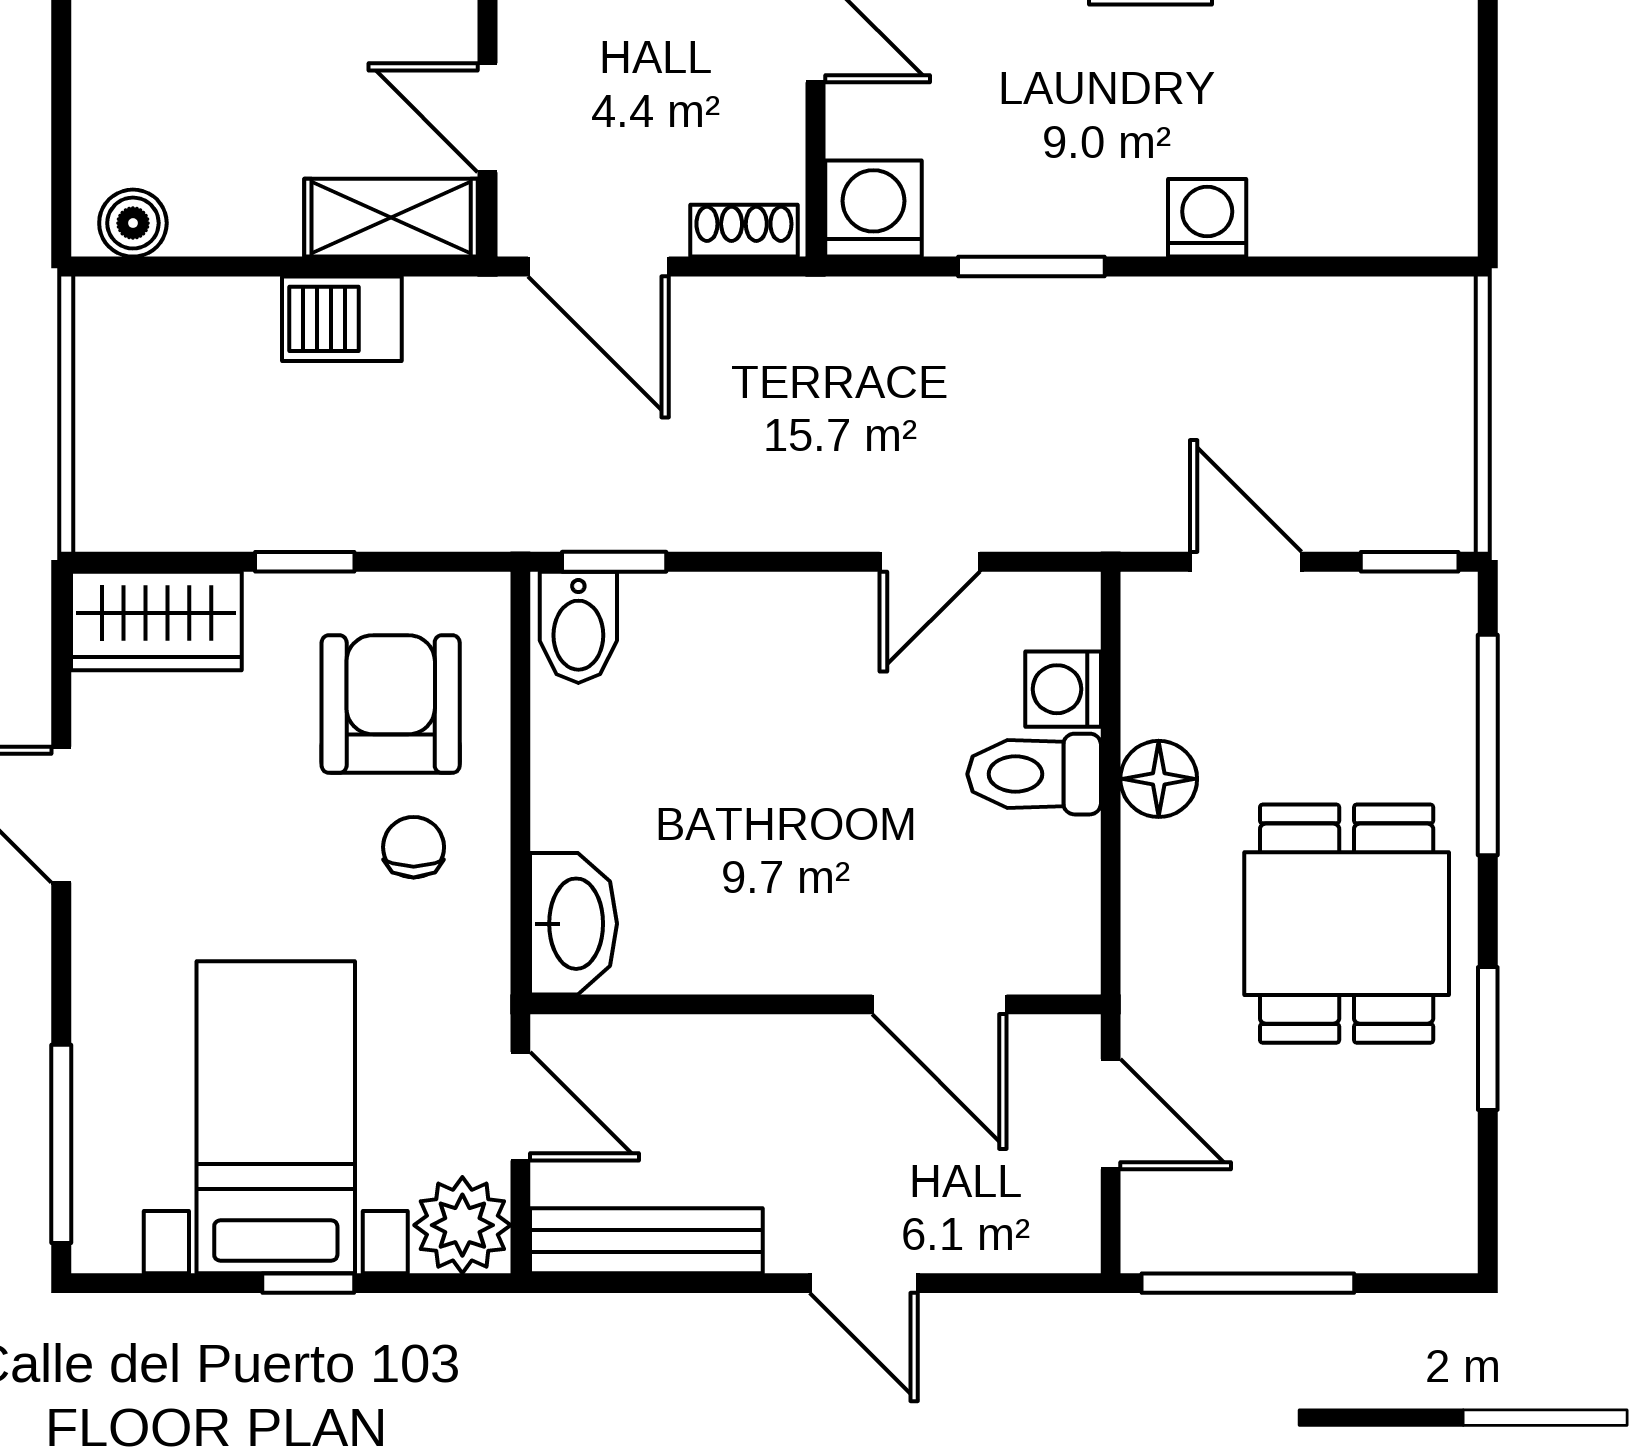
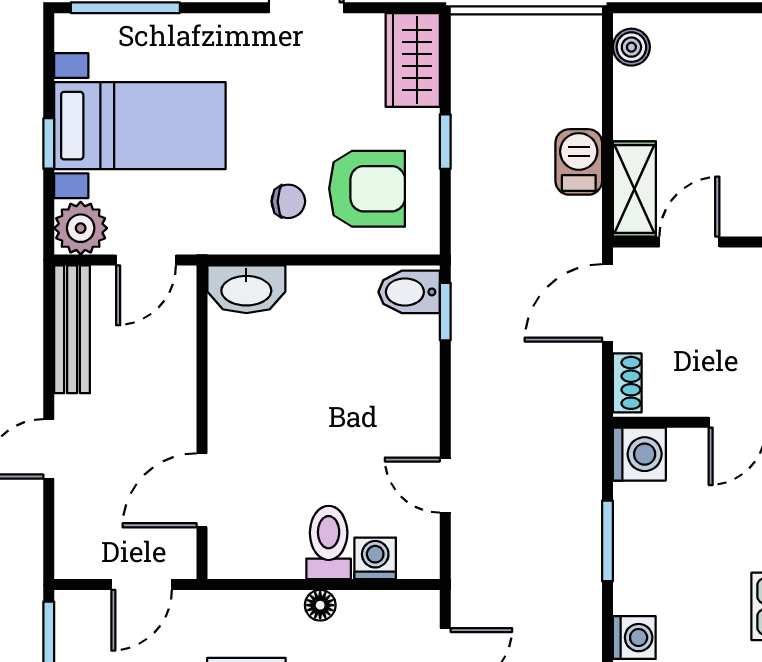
floor lamp: (1159, 779) -> (320, 605), width x0.73, depth x0.73

